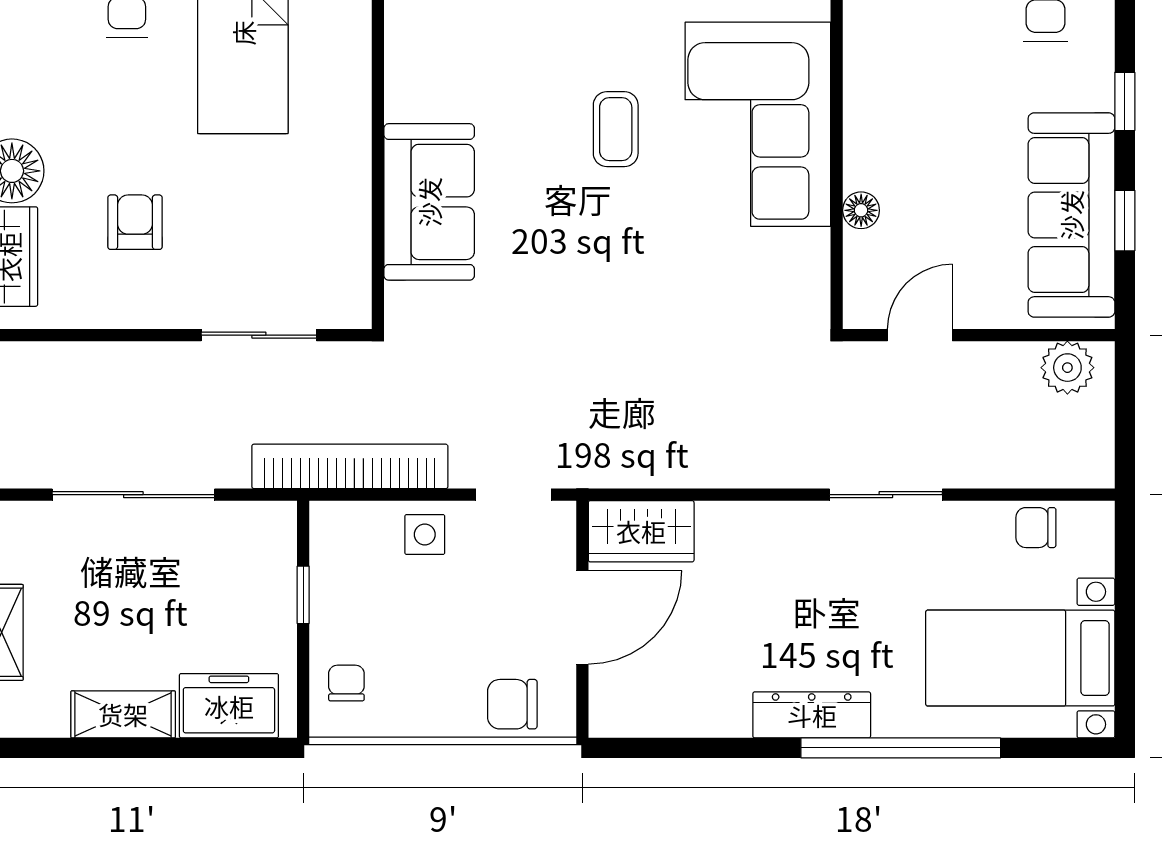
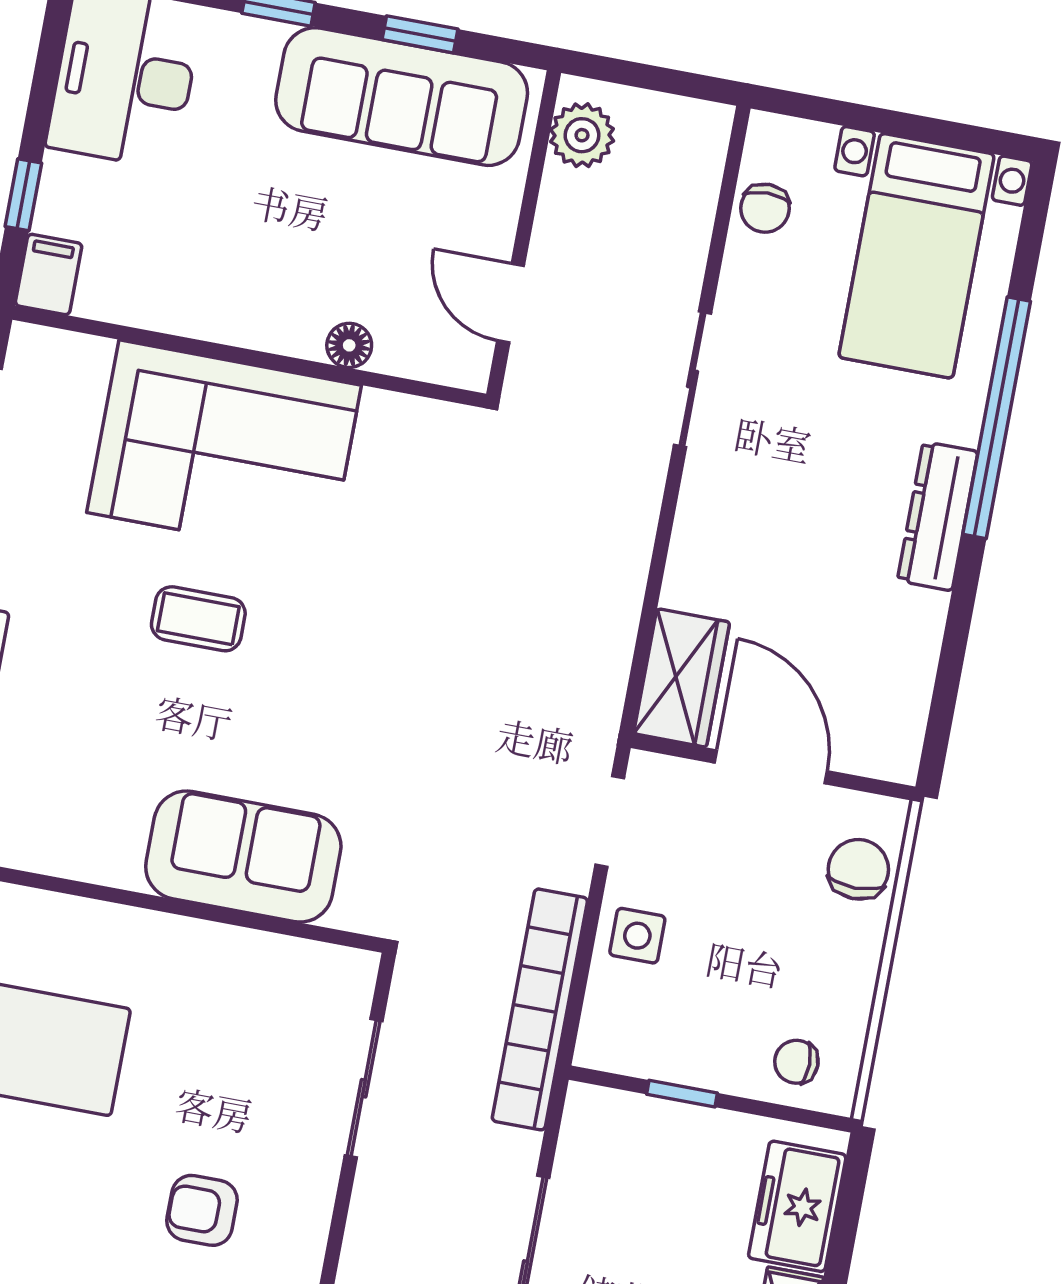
chair: (512, 704) -> (858, 869), turned 180

